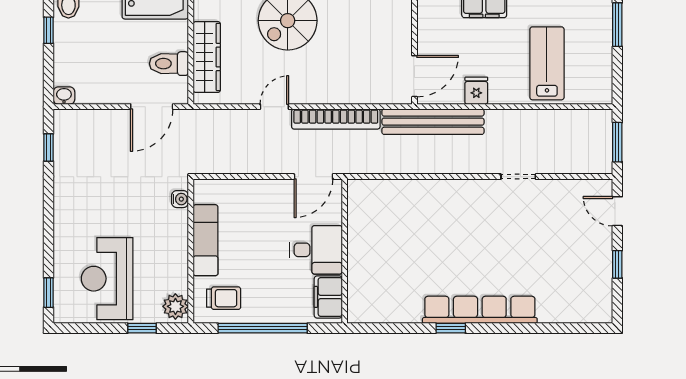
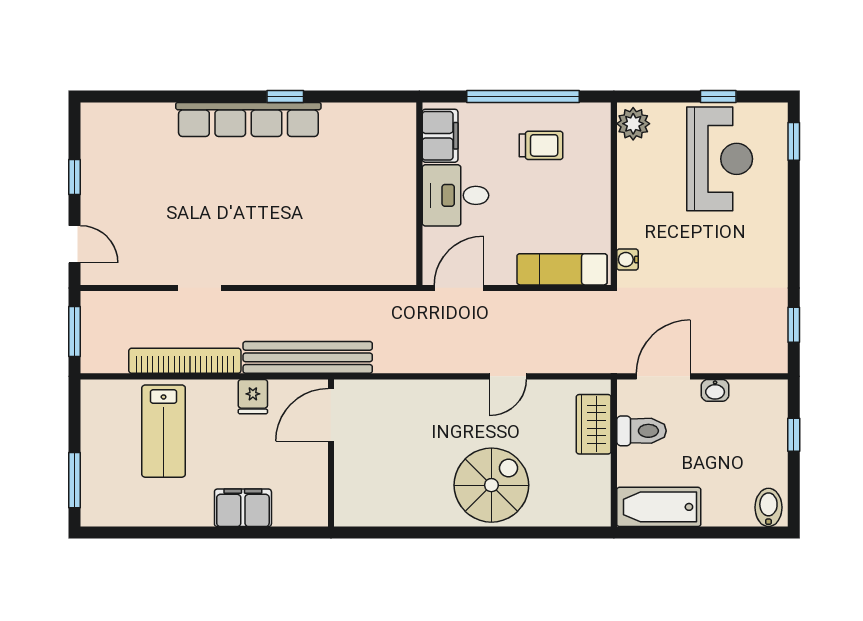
window: (49, 30) -> (794, 435), moved
wardrobe: (207, 57) -> (594, 424), width x0.67
washbasin: (64, 96) -> (715, 390), moved
bookcase: (336, 119) -> (185, 361), moved
exam couch: (206, 240) -> (562, 269), moved, turned 90
trolley: (224, 298) -> (541, 145), moved, turned 180
window: (142, 328) -> (718, 96), moved

